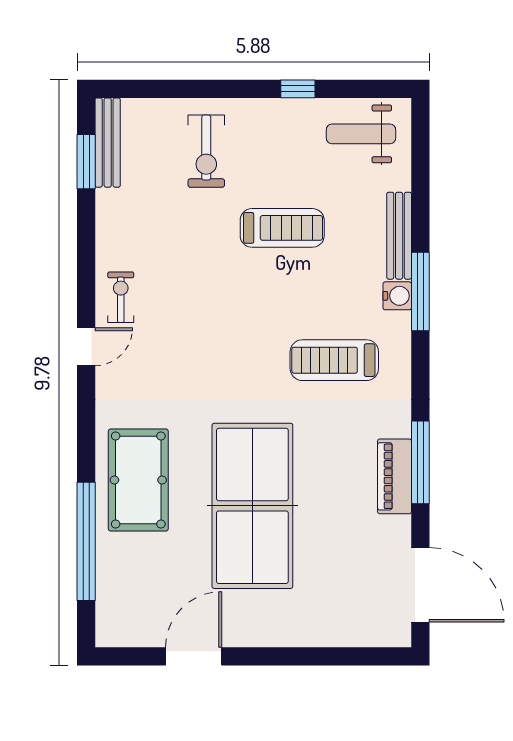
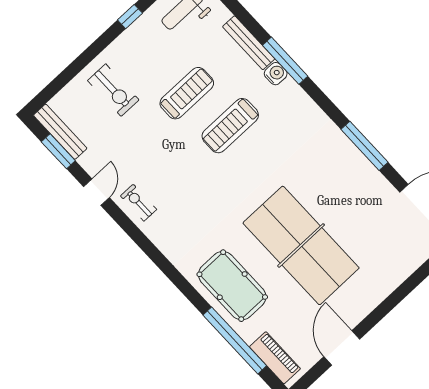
door: (86, 347) -> (96, 192), moved
treadmill: (334, 360) -> (230, 126), moved
piano: (395, 476) -> (275, 358), moved, turned 180

